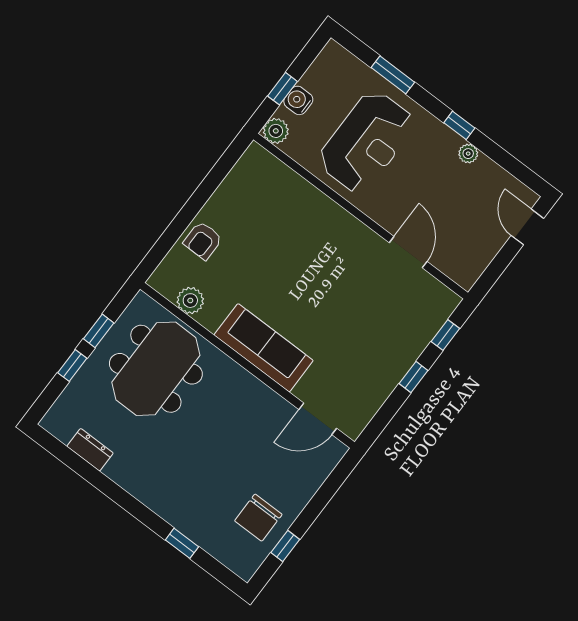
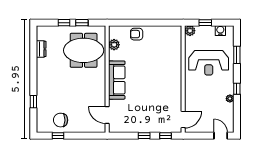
water cooler: (298, 100) -> (220, 31), moved
door: (527, 227) -> (221, 136), hinge flipped
door: (408, 252) -> (183, 120), moved

